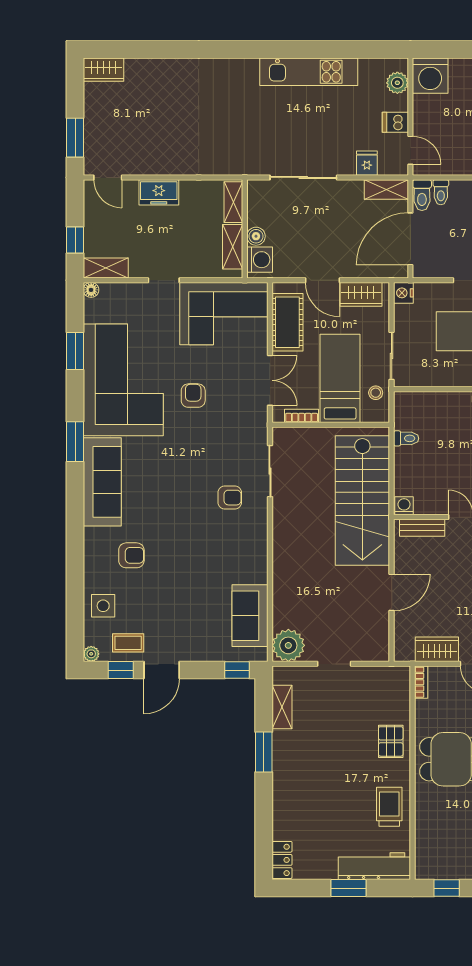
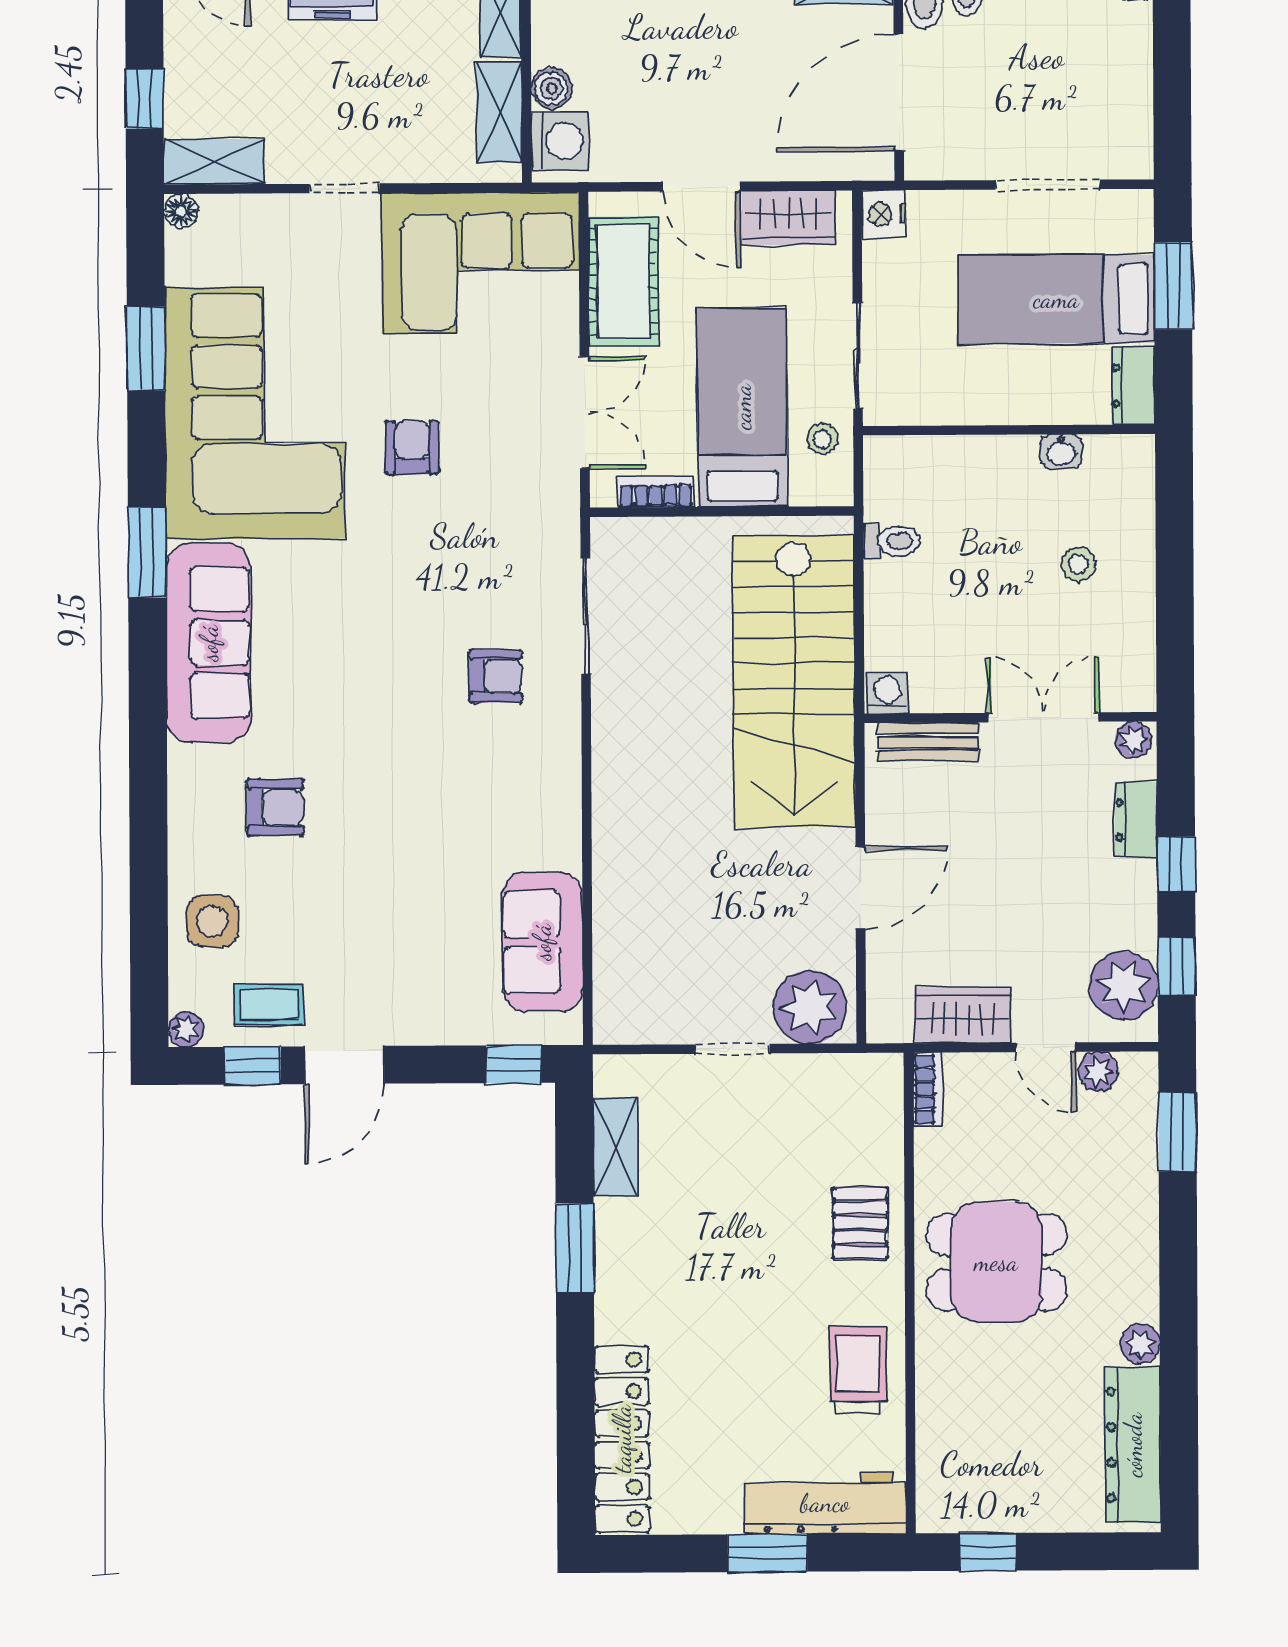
plant: (288, 645) -> (810, 1007), moved
locker: (282, 860) -> (622, 1439), width x2.16, depth x1.21

